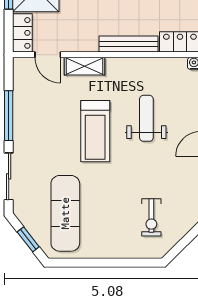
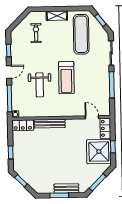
shelving: (84, 66) -> (57, 16), moved
treadmill: (95, 131) -> (66, 78), turned 180

